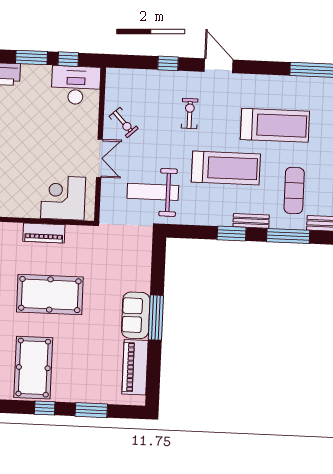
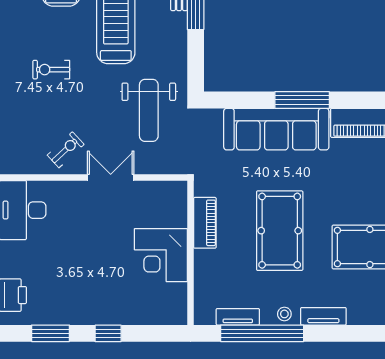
corner desk: (63, 198) -> (161, 255), moved
piano: (44, 233) -> (205, 223), moved
sofa: (136, 315) -> (276, 129), width x1.85, depth x1.27

